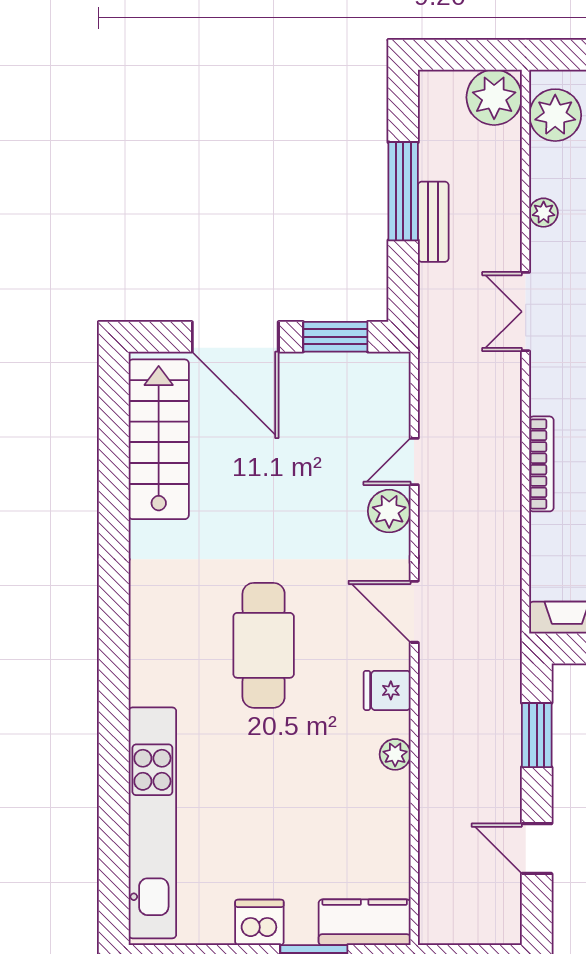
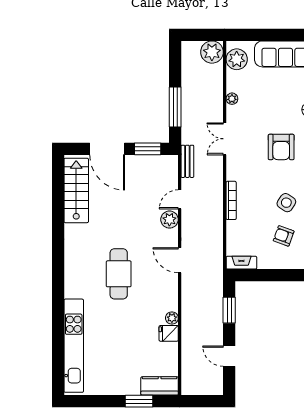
window: (403, 191) -> (175, 107), moved
bench: (433, 222) -> (187, 161), moved
fridge: (387, 690) -> (169, 333), moved
dishwasher: (259, 922) -> (117, 386), removed

